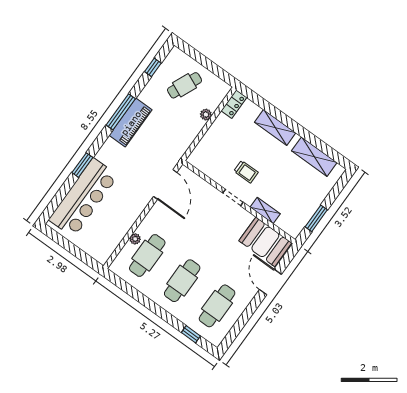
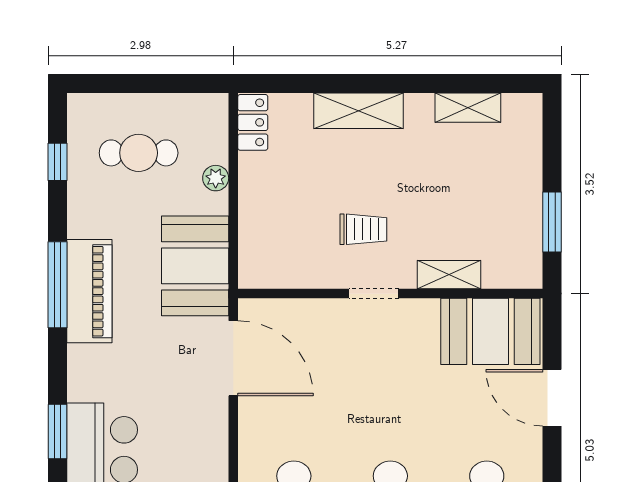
cafe table: (185, 85) -> (139, 153), turned 66
booth: (175, 141) -> (195, 266), added
shelving: (314, 157) -> (468, 108), width x0.67, depth x0.75

